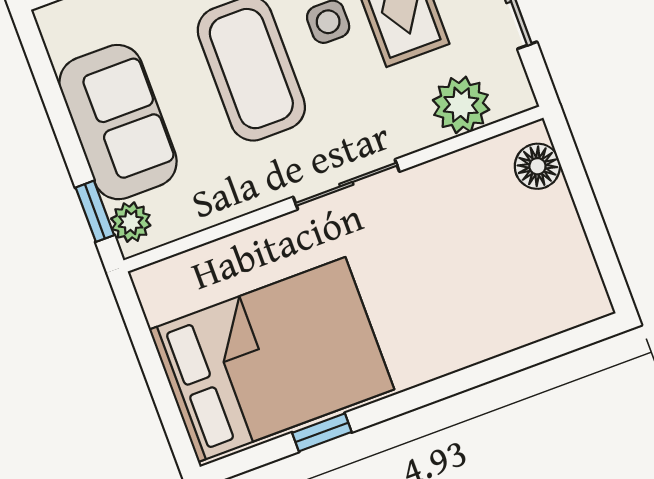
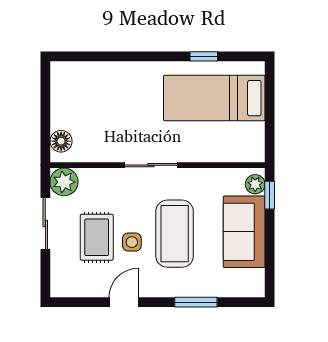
plant: (461, 105) -> (64, 182), moved
bed: (272, 359) -> (214, 98), width x0.67

